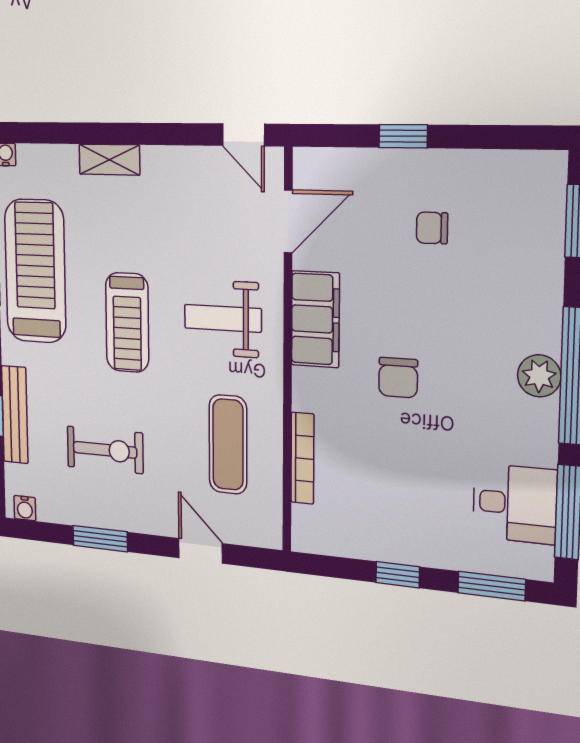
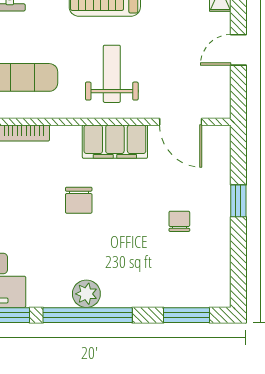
door: (243, 135) -> (238, 50), moved
chair: (398, 378) -> (79, 200), turned -90

